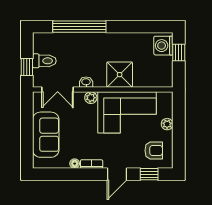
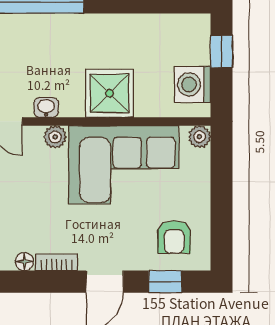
washing machine: (163, 46) -> (193, 84), moved
plant: (167, 124) -> (199, 137), moved
armchair: (154, 150) -> (174, 237), turned 90

